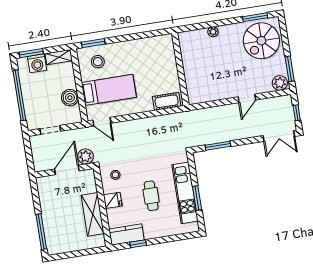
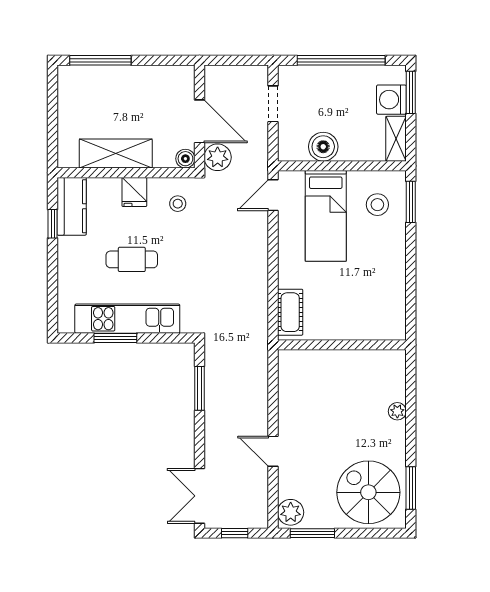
boiler: (89, 175) -> (185, 159), added

